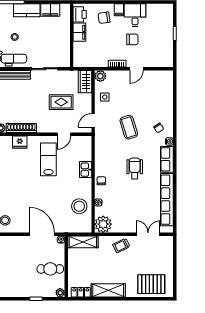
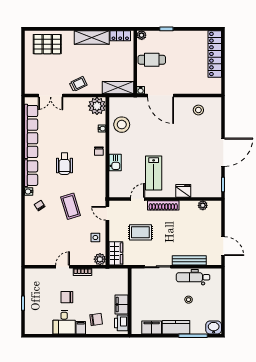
door: (93, 121) -> (107, 213), swing flipped
shoe rack: (21, 128) -> (163, 205), moved

